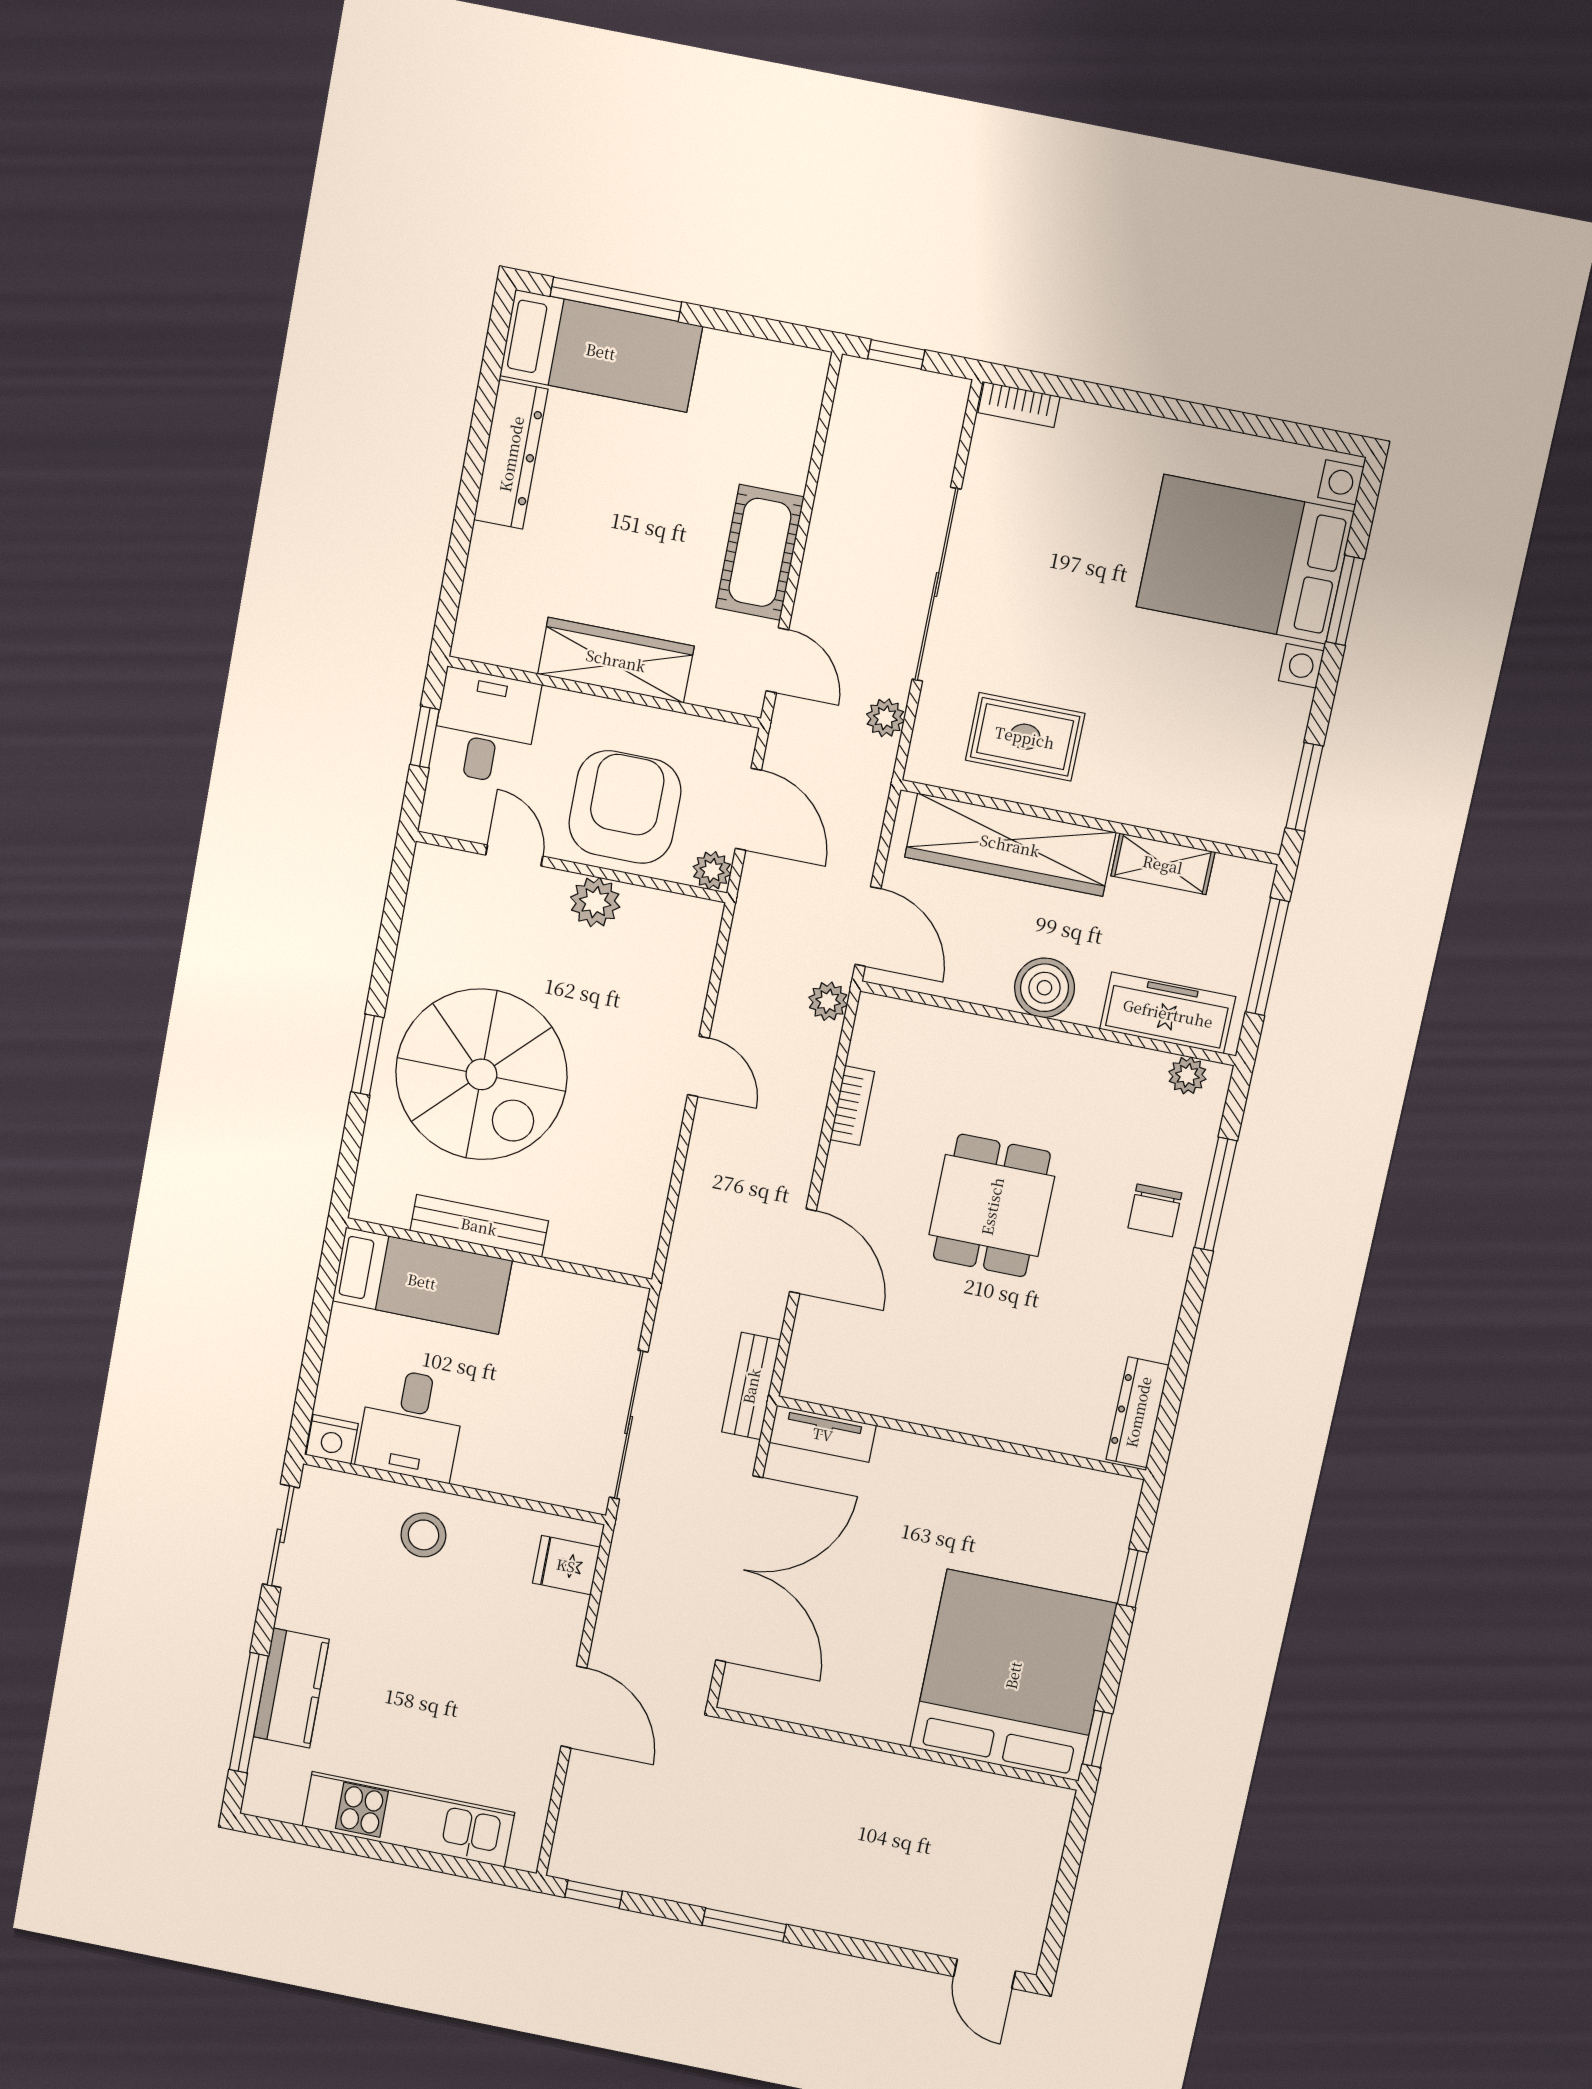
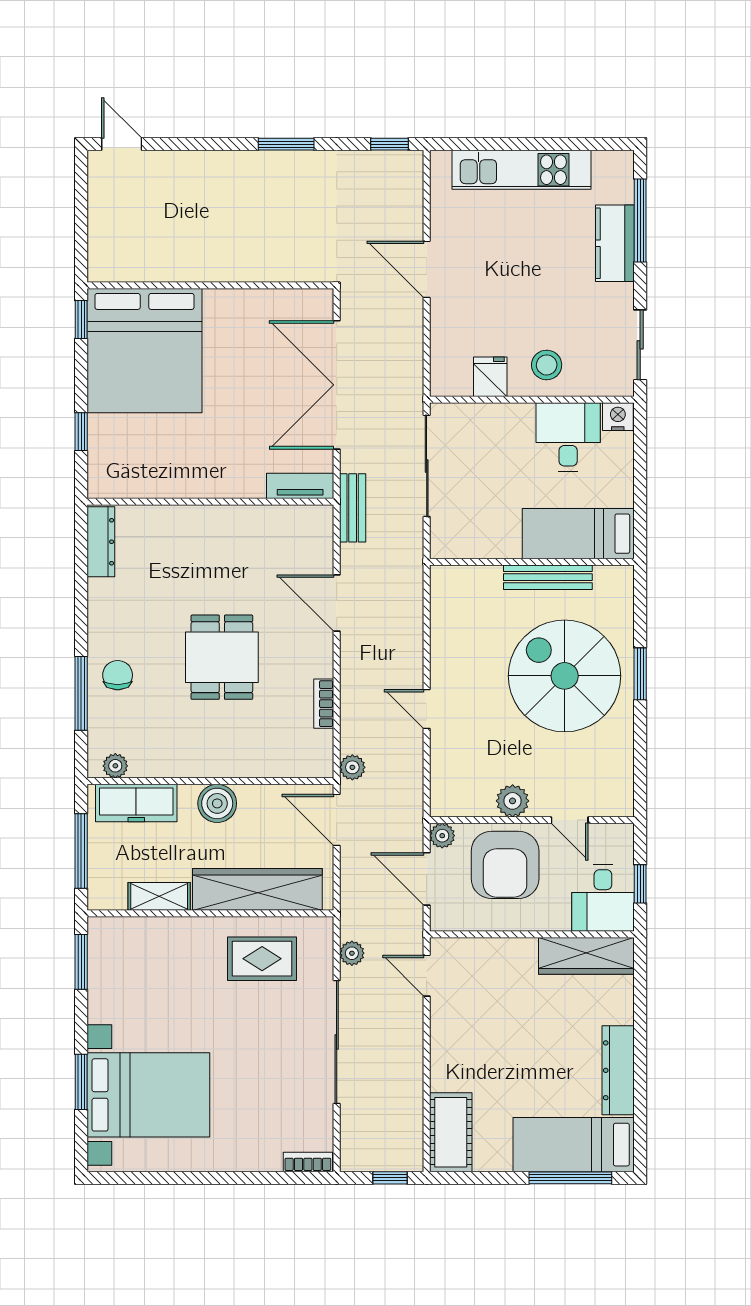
cot: (760, 552) -> (451, 1132), moved
wardrobe: (616, 660) -> (586, 956), moved
fridge: (566, 1565) -> (490, 377), moved, turned -90

